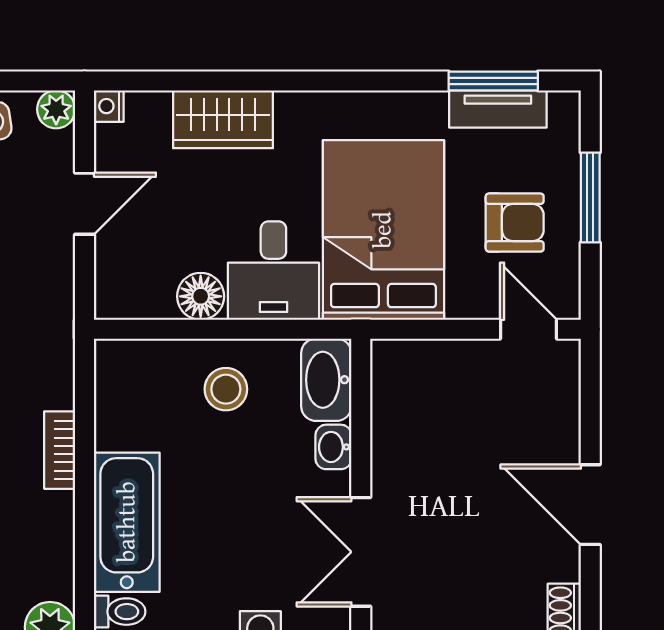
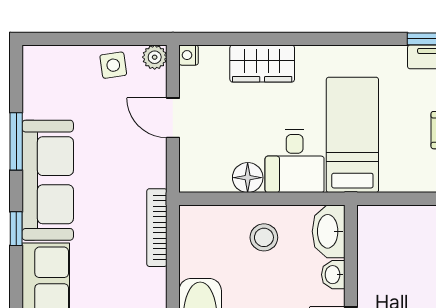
door: (85, 204) -> (173, 118), swing flipped
bed: (383, 230) -> (352, 135), width x0.67
bookcase: (60, 450) -> (157, 228), moved, width x1.56

